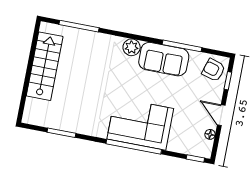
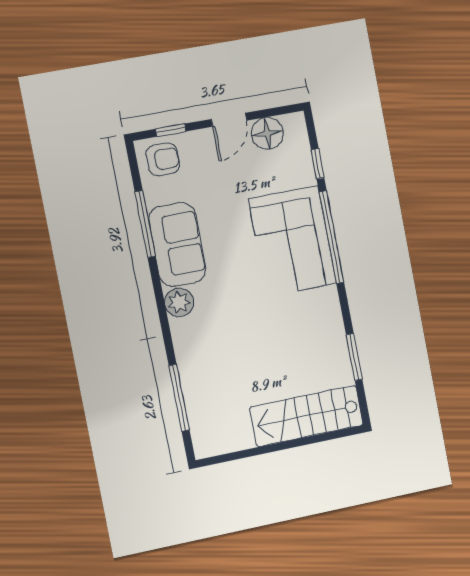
stairs: (45, 66) -> (307, 416), moved
armchair: (214, 70) -> (163, 159), turned -107
floor lamp: (210, 134) -> (267, 133), width x1.89, depth x1.89
window: (195, 159) -> (318, 164), moved

